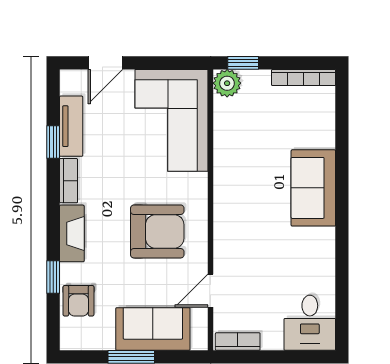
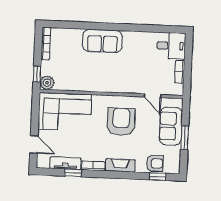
window: (53, 277) -> (158, 177), moved
bookcase: (238, 342) -> (180, 72), moved

